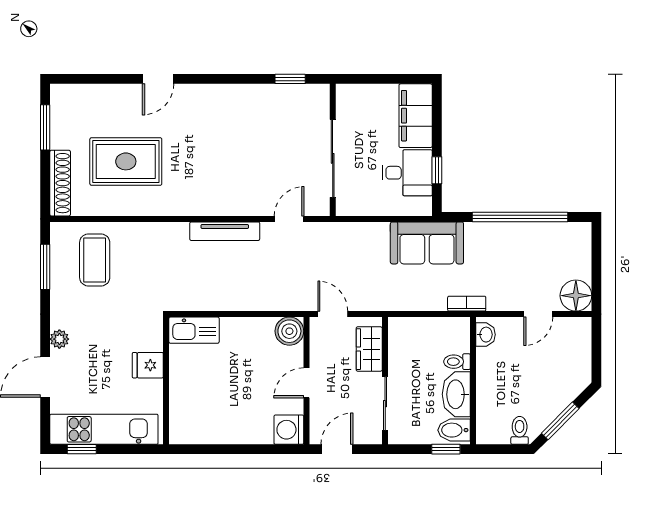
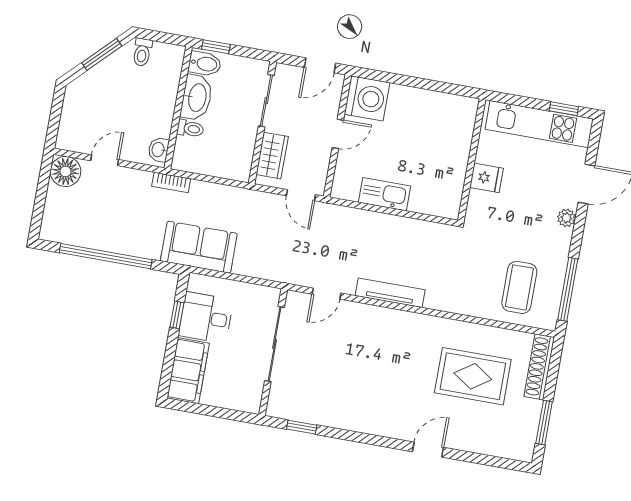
window: (45, 267) -> (568, 289), width x1.44
kitchen sink: (194, 330) -> (385, 194), moved
boiler: (289, 331) -> (345, 186), removed
washing machine: (289, 430) -> (367, 98), width x1.37, depth x1.37

